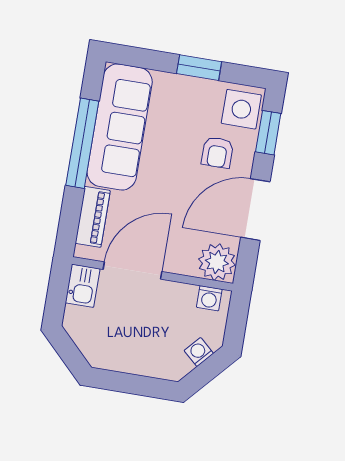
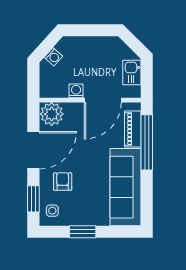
side table: (241, 109) -> (52, 211), width x0.54, depth x0.54
window: (82, 143) -> (147, 142), moved
kitchen sink: (83, 286) -> (132, 72), moved
washing machine: (209, 298) -> (76, 91), moved

